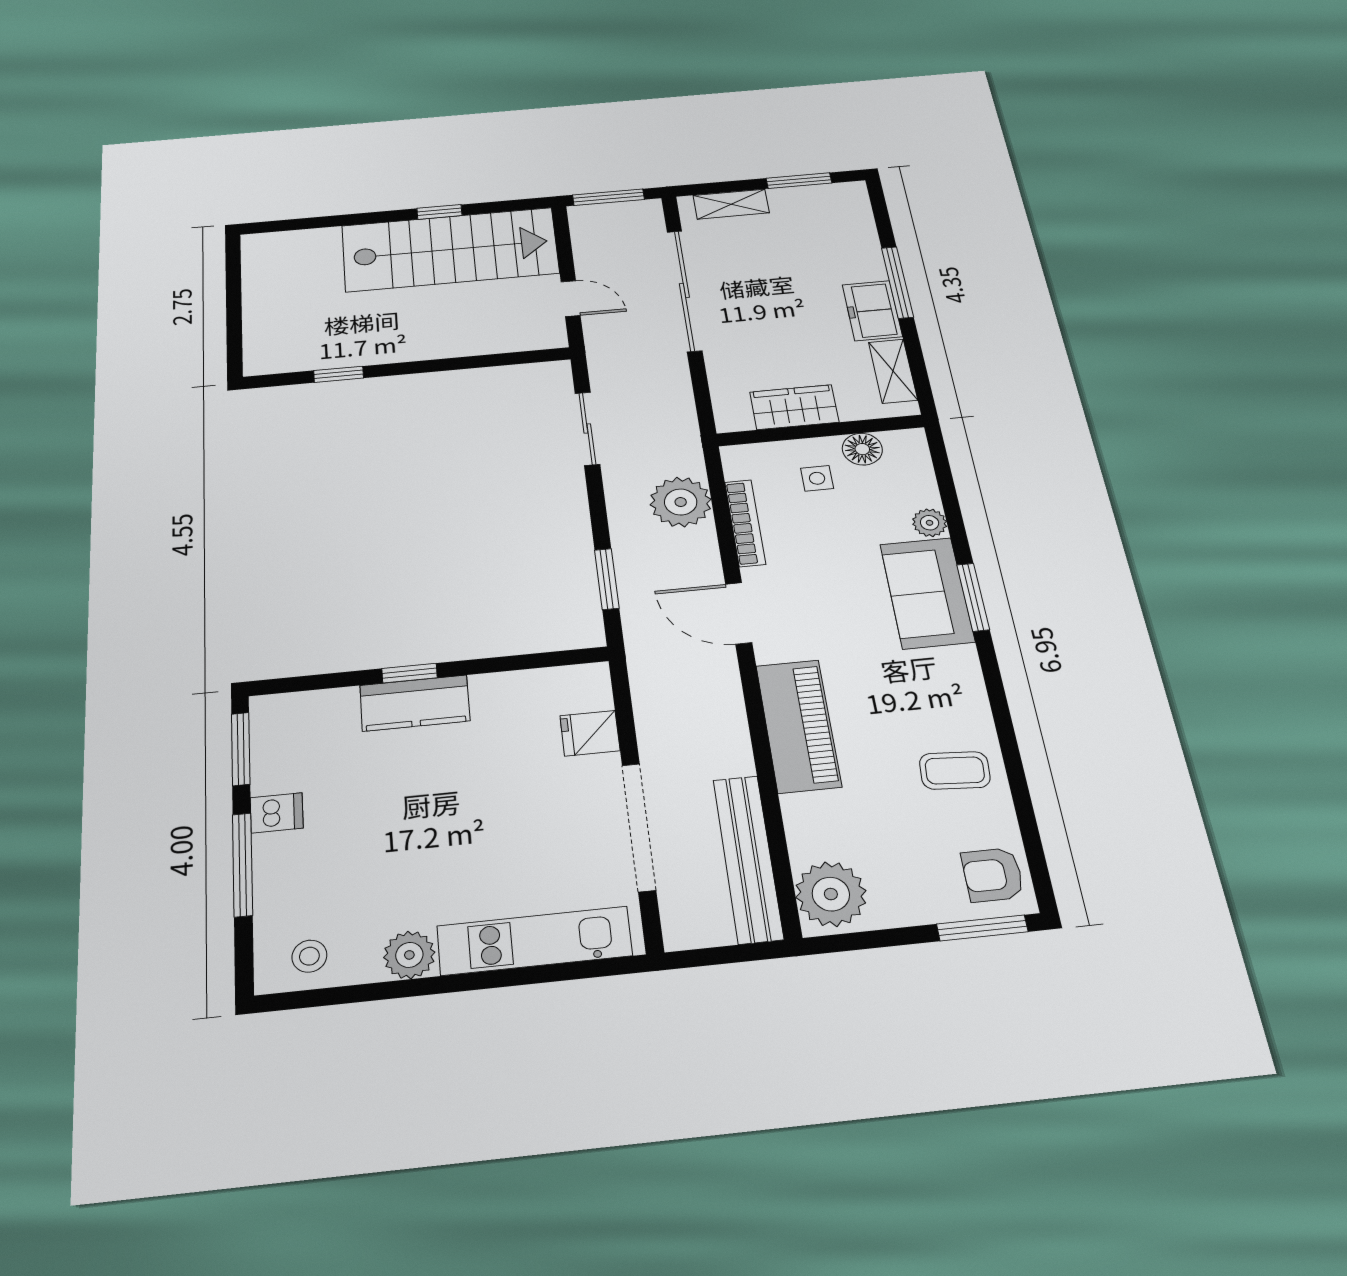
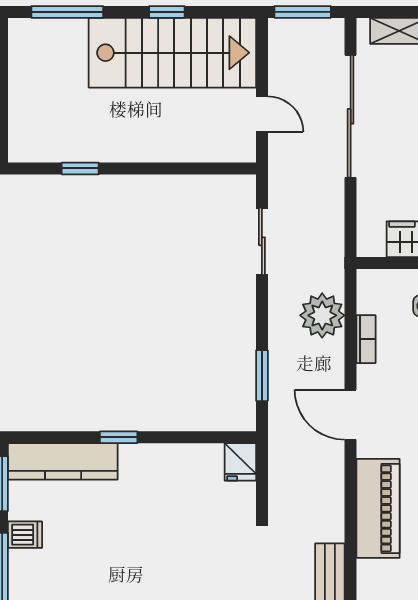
window: (315, 223) -> (67, 12), added
bookcase: (745, 523) -> (366, 339), width x0.64
kitchen counter: (415, 703) -> (63, 461), moved, width x1.50
fridge: (590, 733) -> (240, 462), moved, turned -90

